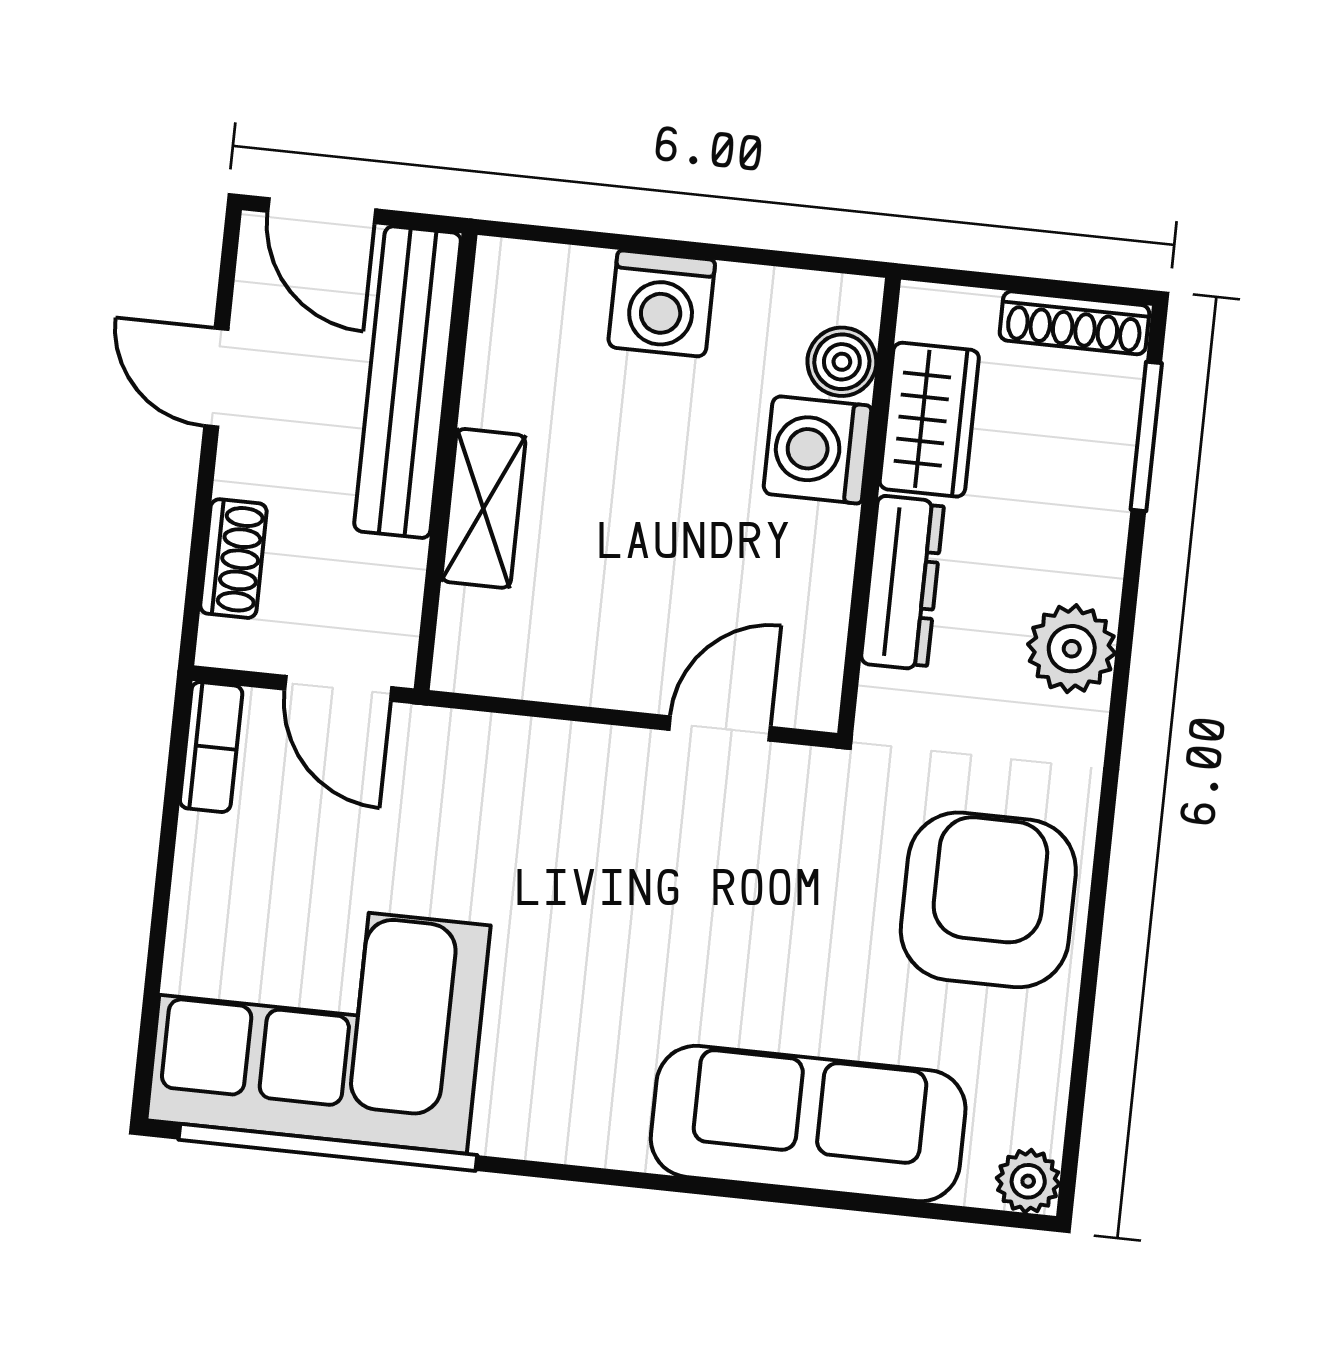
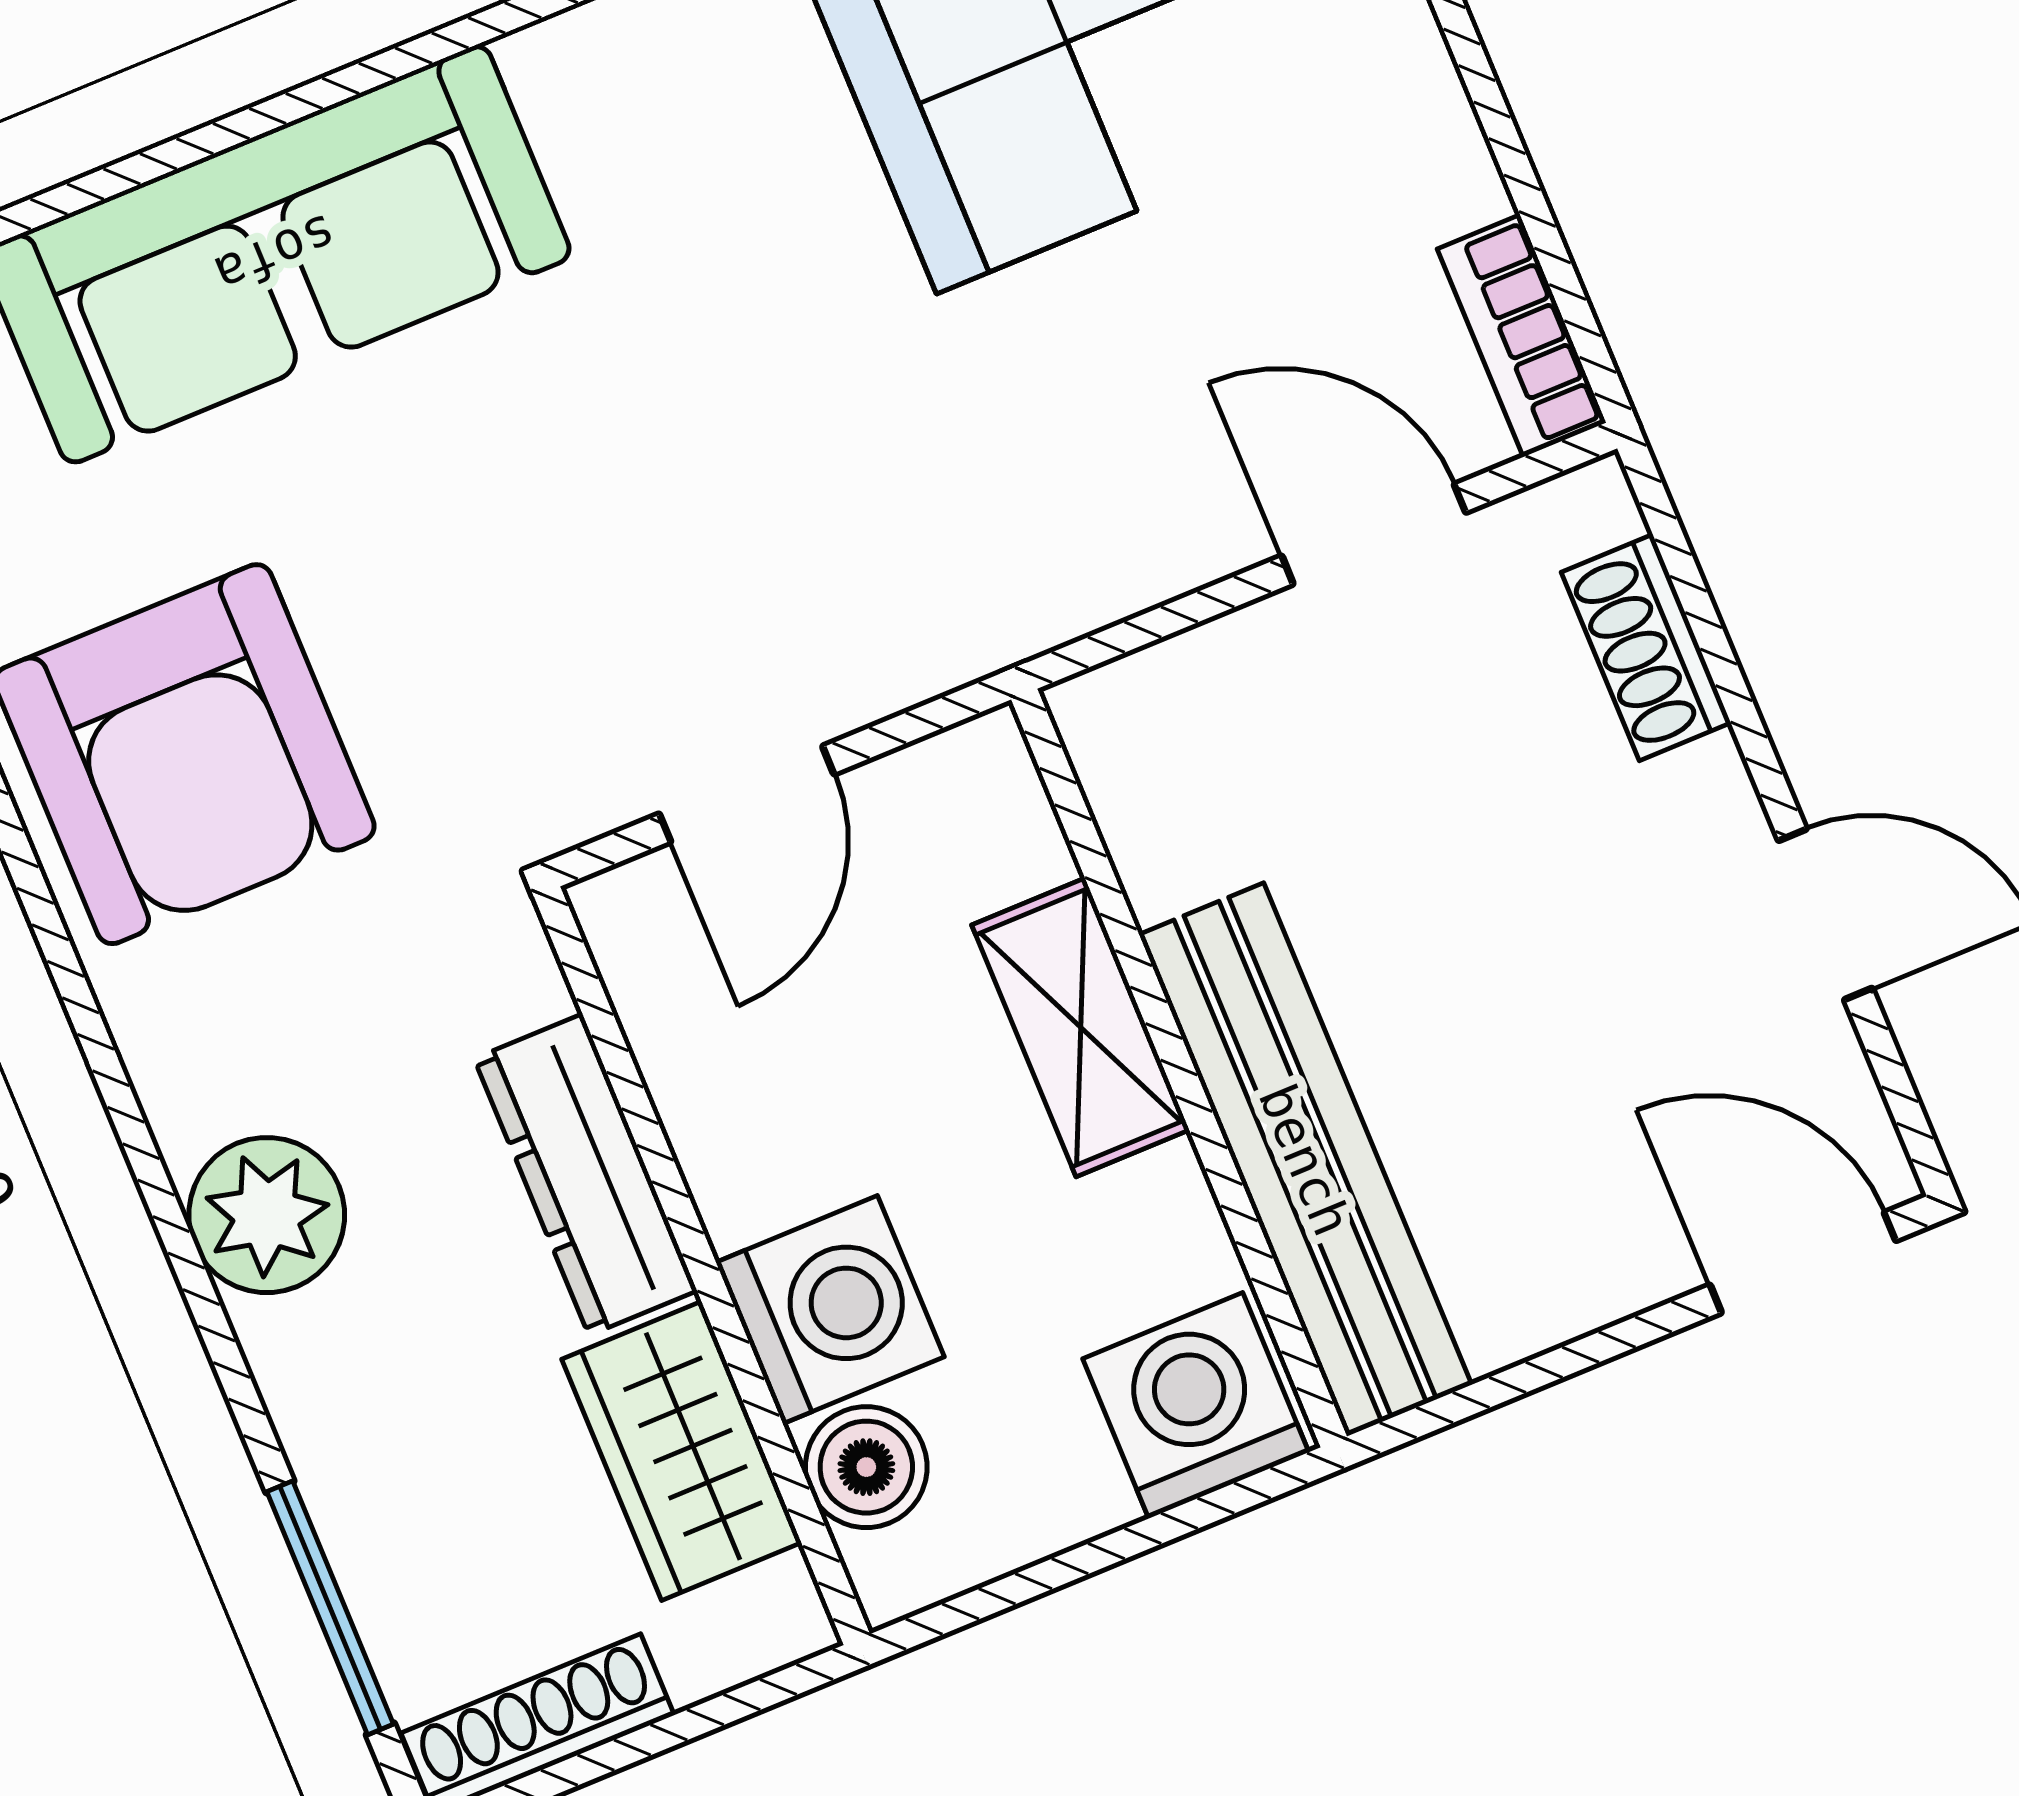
bench: (408, 382) -> (1305, 1160), moved
wall: (446, 462) -> (1179, 1068), moved
shelving: (483, 508) -> (1081, 1027), moved

